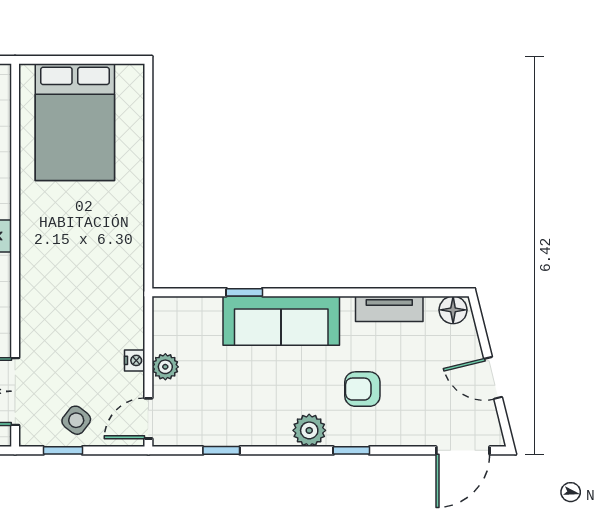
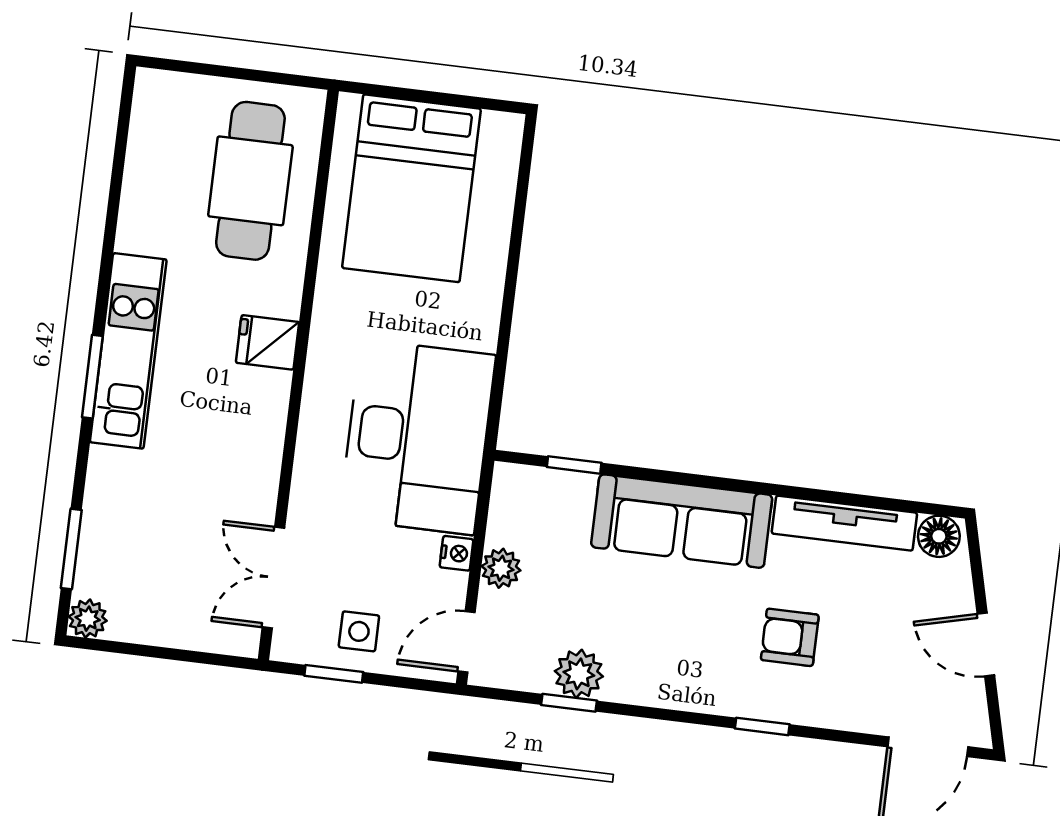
desk: (99, 286) -> (417, 437), added
window: (244, 292) -> (574, 465), moved
tv unit: (389, 309) -> (844, 523), width x1.41
side table: (76, 420) -> (359, 631), turned -38
plant: (309, 430) -> (579, 674), moved

